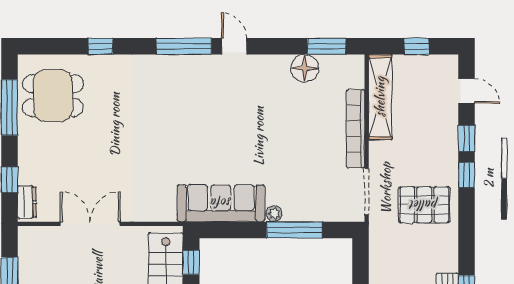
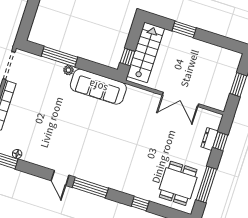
floor lamp: (305, 68) -> (17, 154), width x0.53, depth x0.53
dining table: (53, 96) -> (178, 183), turned 90
dresser: (27, 202) -> (209, 139), moved

